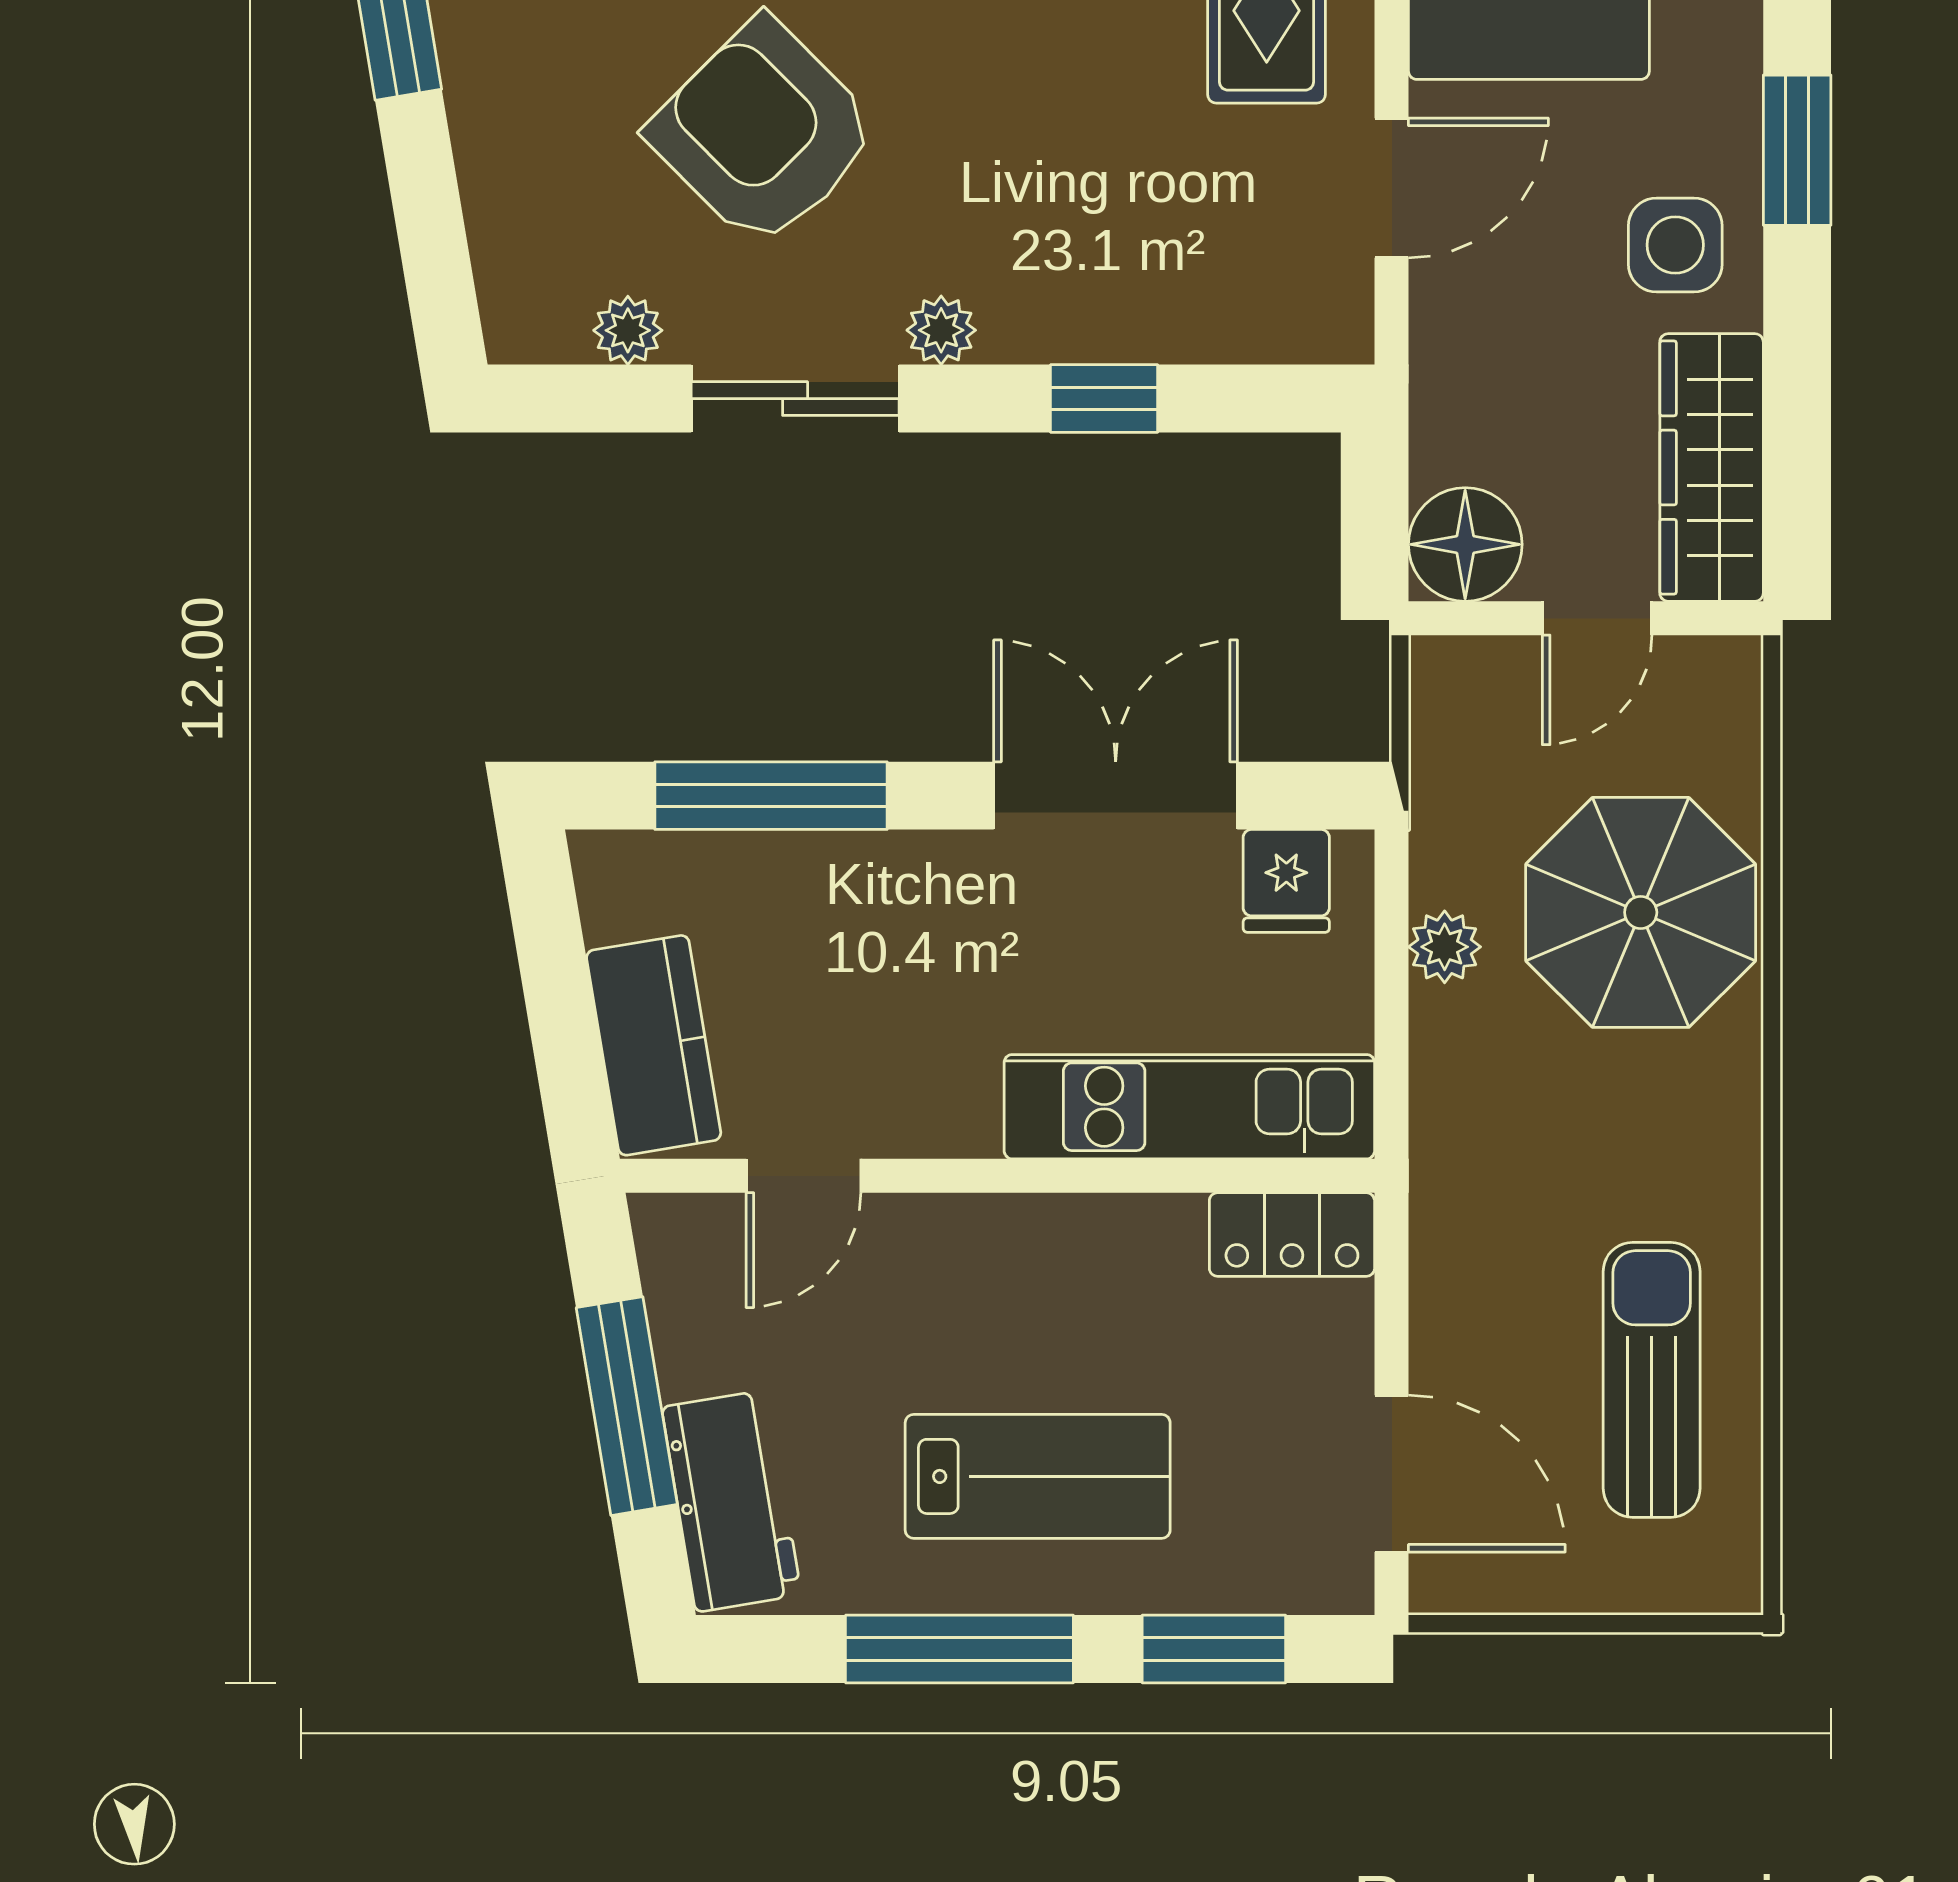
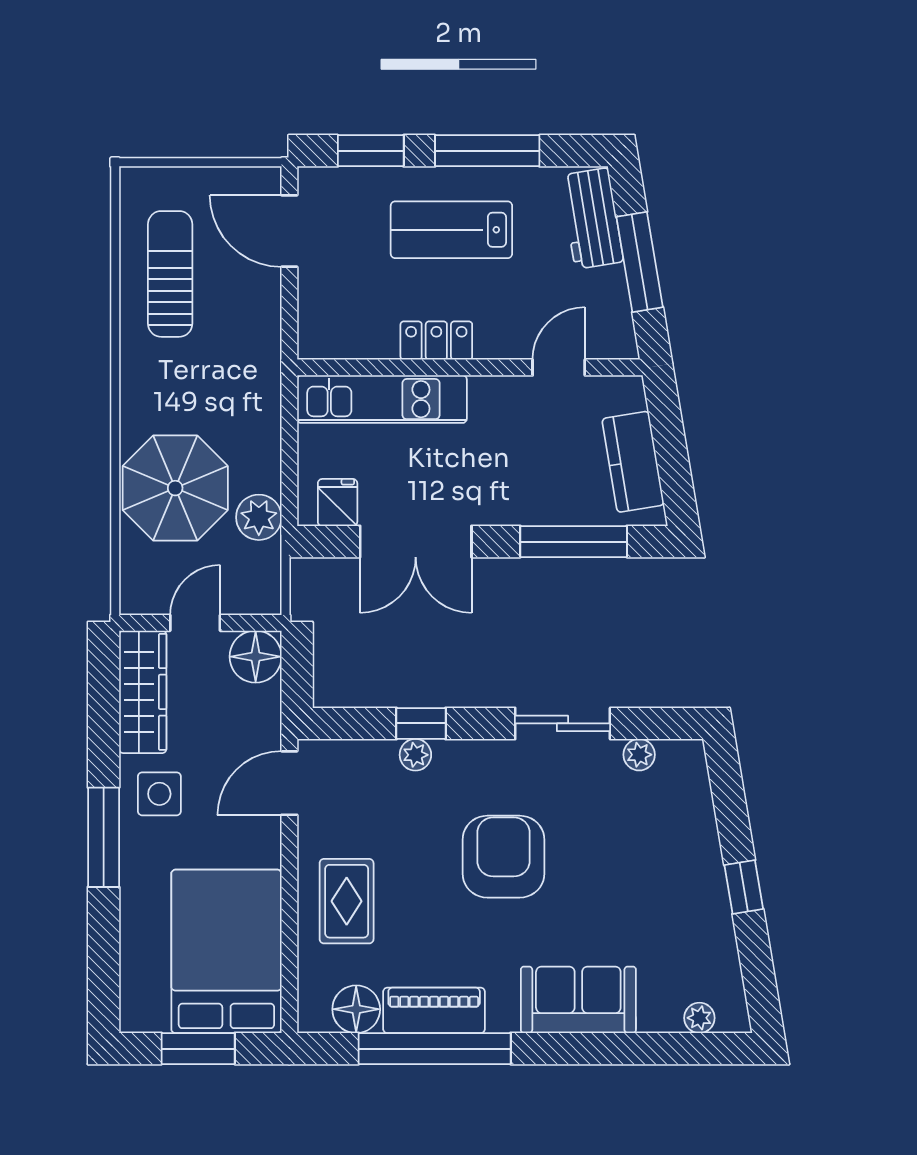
armchair: (764, 133) -> (504, 857), moved, turned -135
window: (1797, 150) -> (104, 837), width x1.44
door: (1392, 188) -> (289, 783), moved
plant: (941, 330) -> (415, 755), moved
plant: (1445, 947) -> (259, 517), moved, width x1.38, depth x1.38
kitchen counter: (654, 1045) -> (633, 462), moved
locker: (1292, 1235) -> (436, 341), moved
sun lounger: (1652, 1380) -> (170, 274), turned 180

